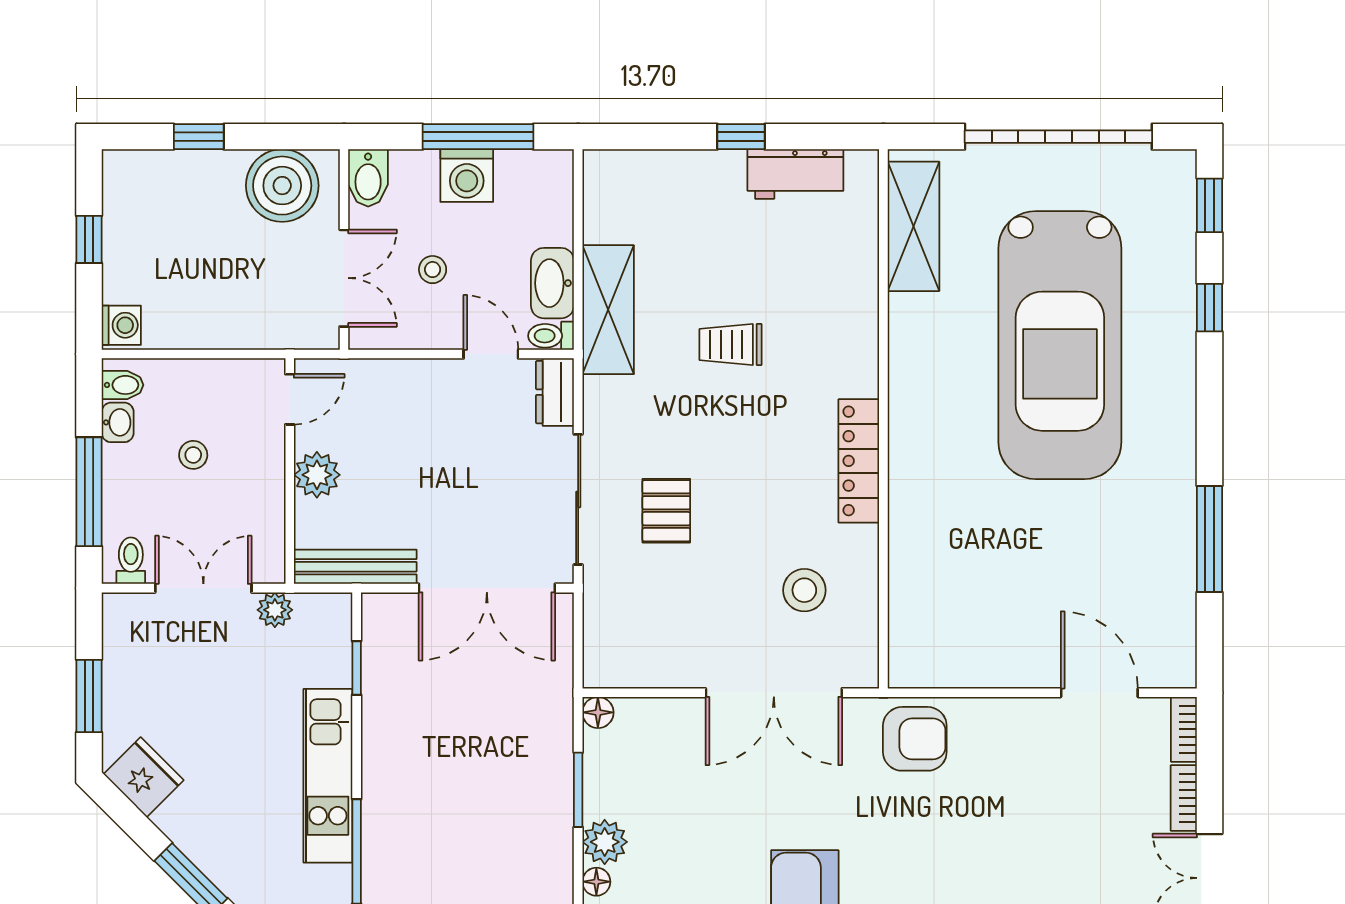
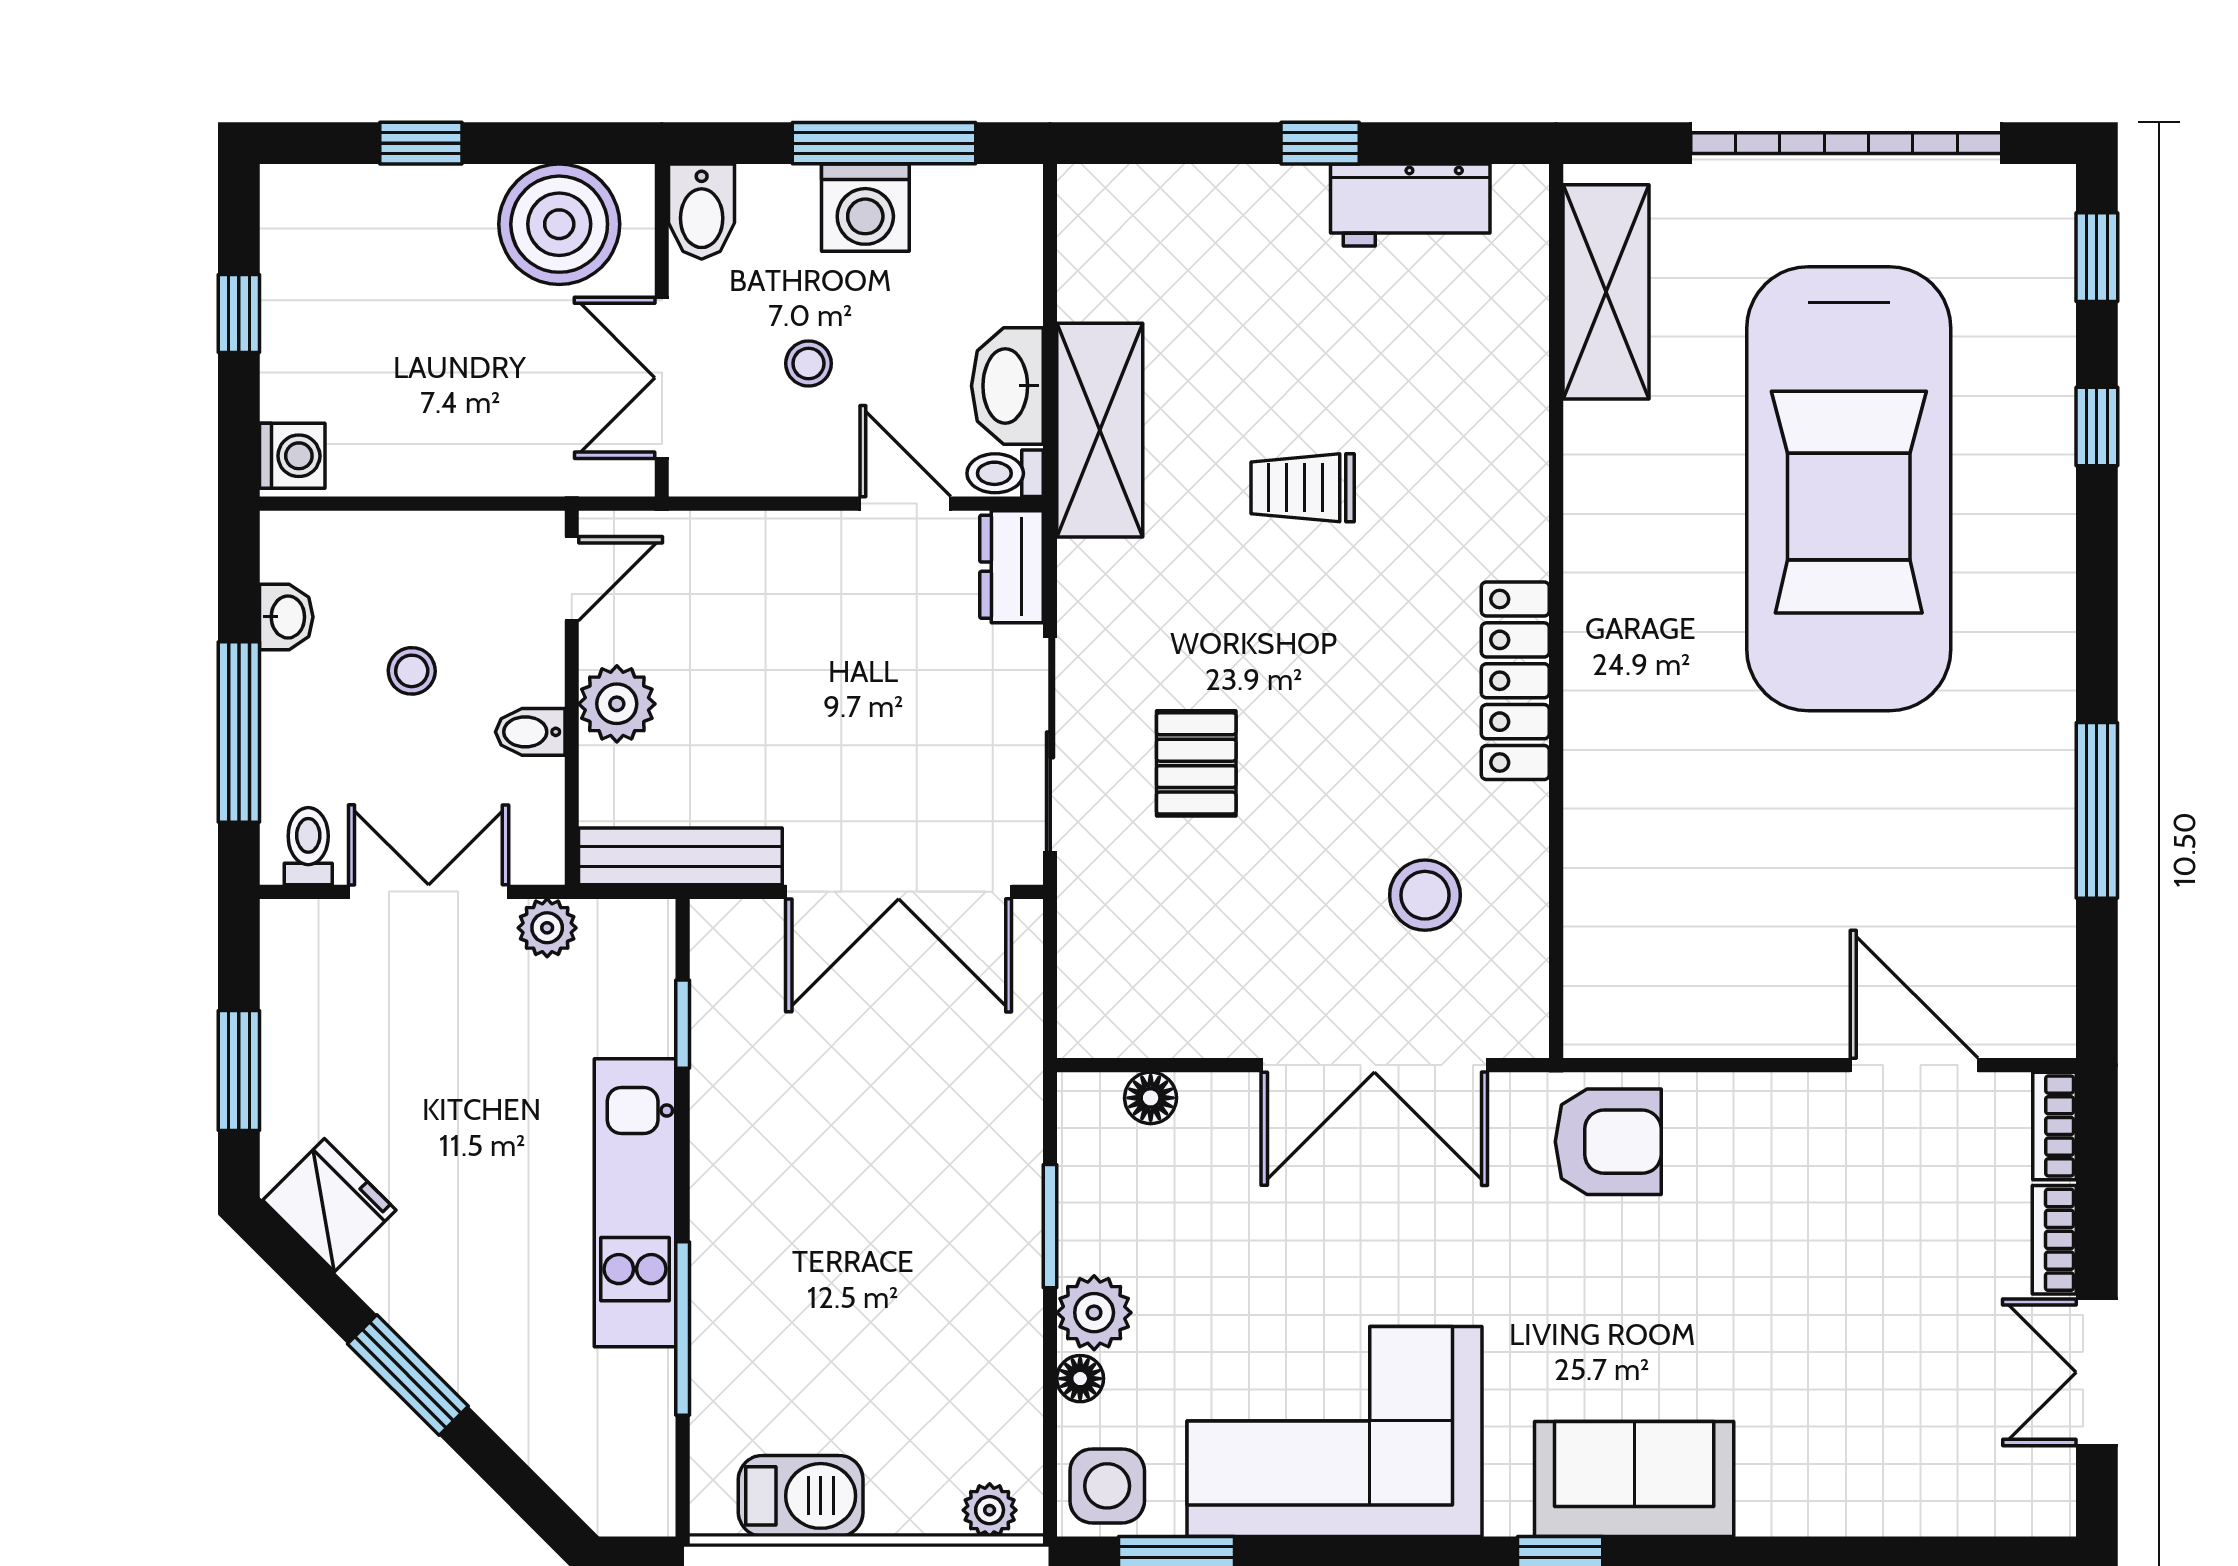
double door: (344, 278) -> (662, 378), swing flipped
bidet: (122, 385) -> (530, 732), moved, turned 180
floor lamp: (598, 712) -> (1151, 1098), moved

